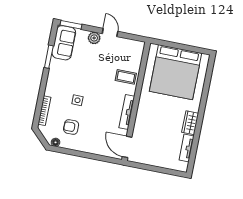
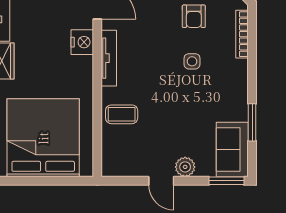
nightstand: (141, 125) -> (82, 42), added
armchair: (71, 127) -> (194, 16), turned 90

